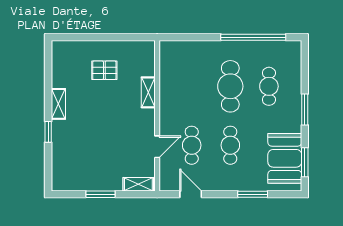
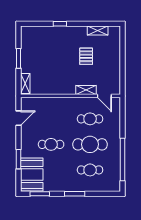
pallet: (104, 70) -> (86, 56), moved
shelving: (58, 104) -> (98, 31), moved
cafe table: (192, 145) -> (90, 119), moved
door: (157, 147) -> (104, 96), moved
booth: (285, 158) -> (32, 174), moved, turned 90

